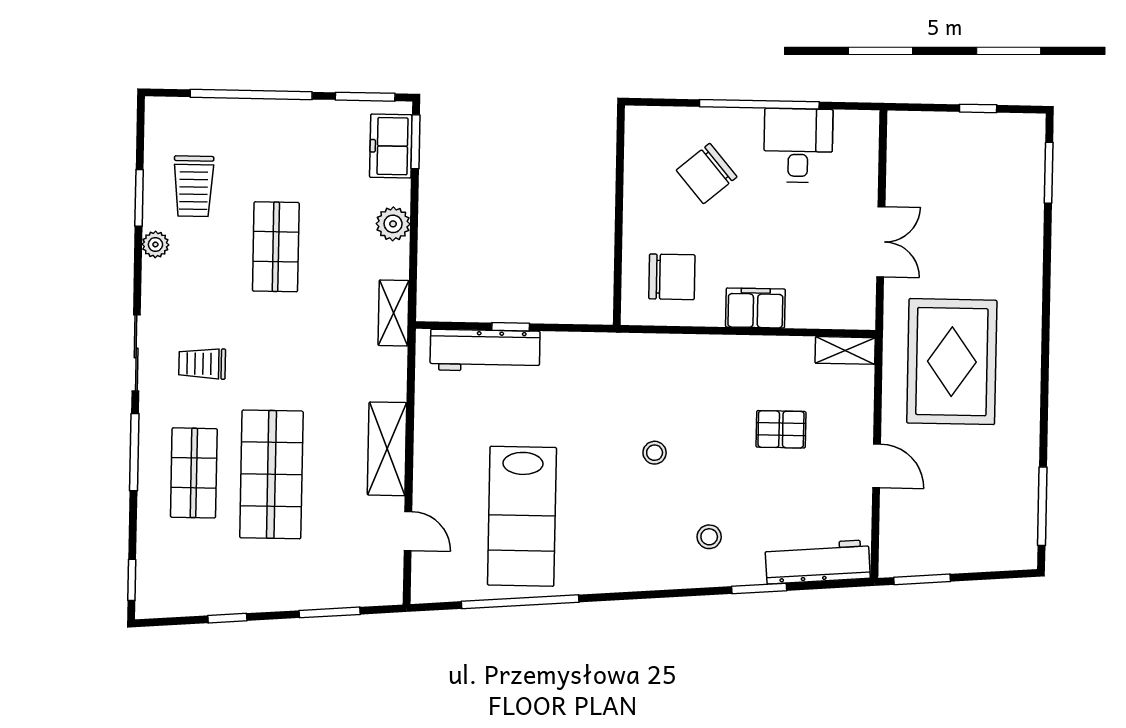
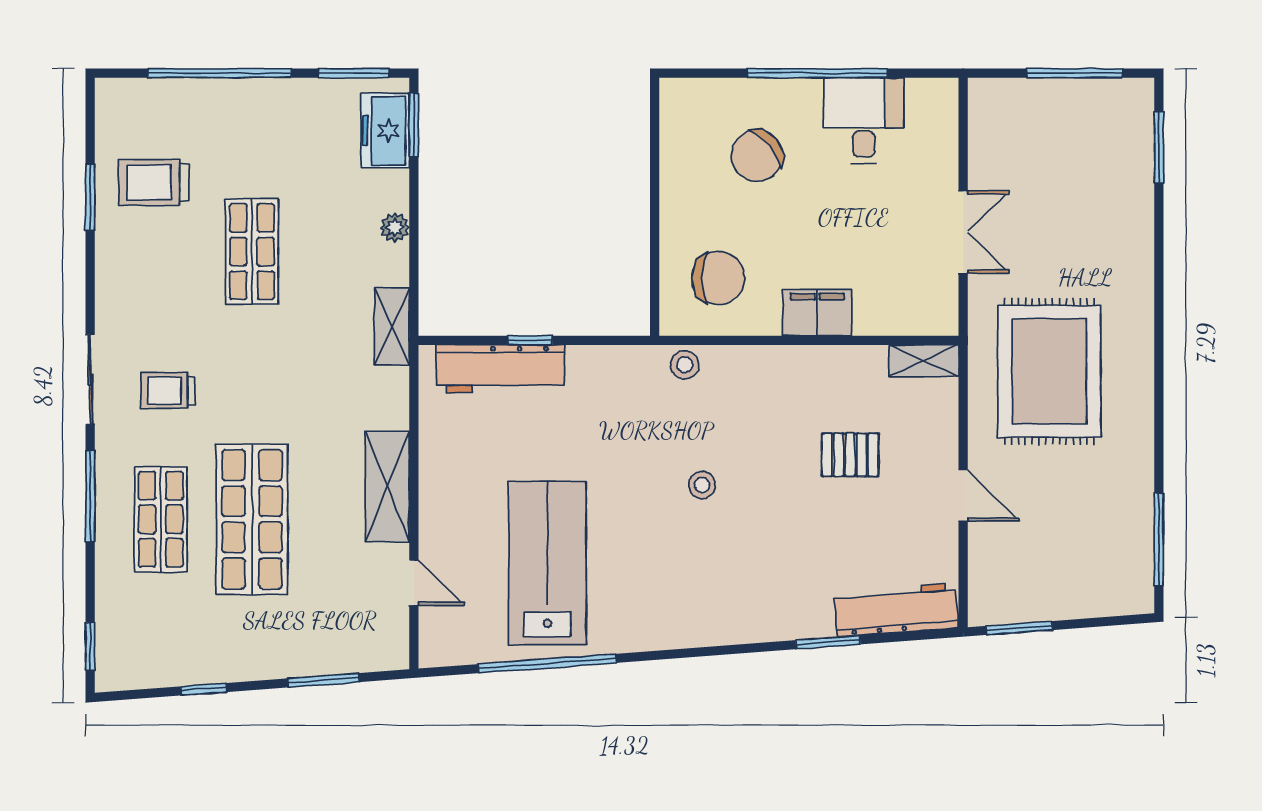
window: (978, 108) -> (1075, 73), width x2.17
trolley: (194, 186) -> (154, 182), turned 90
plant: (393, 224) -> (395, 227), width x0.73, depth x0.73
plant: (155, 245) -> (110, 252), removed
lab bench: (522, 516) -> (547, 563), turned 180
stool: (709, 537) -> (685, 365), moved

